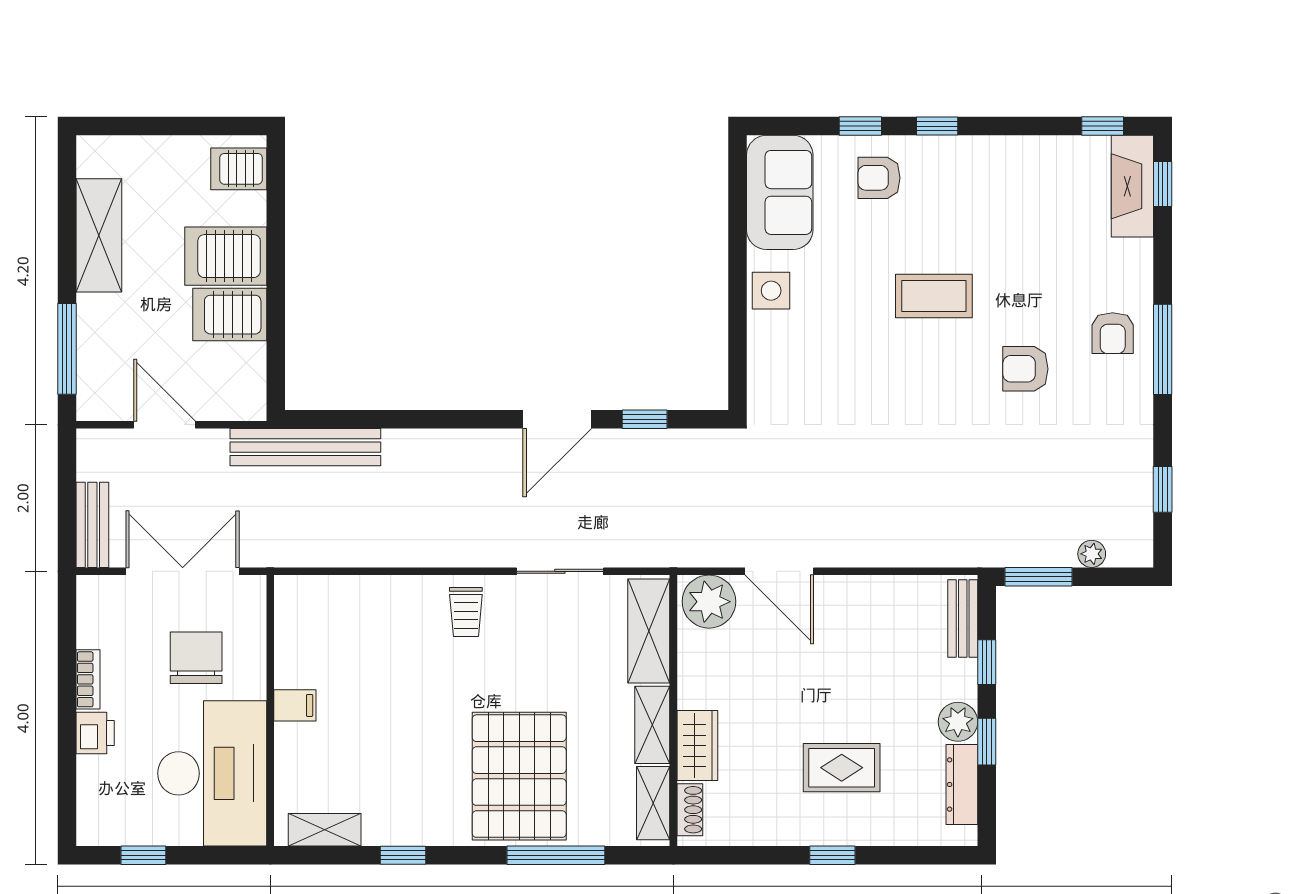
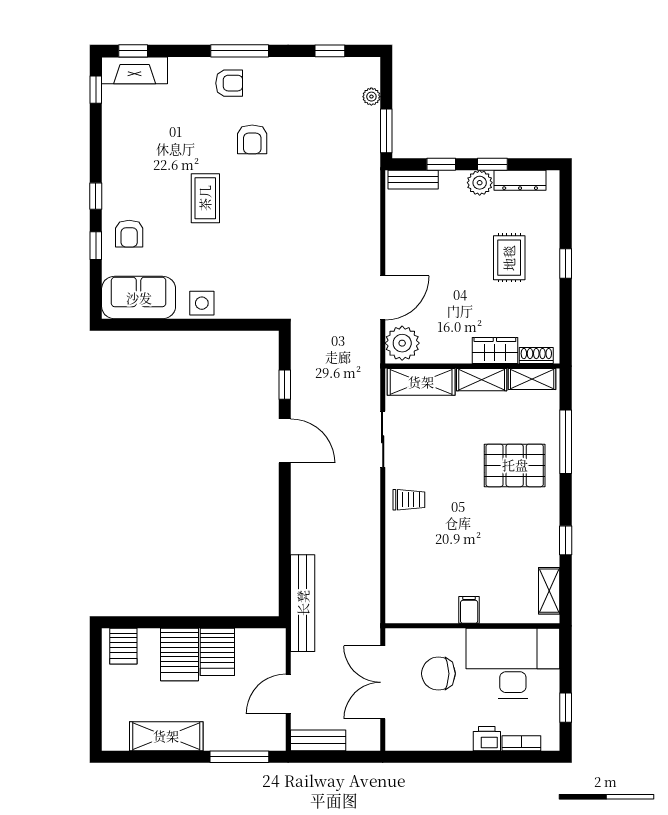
bench: (92, 525) -> (318, 740), moved
bookcase: (88, 679) -> (521, 743), moved
pallet: (519, 776) -> (515, 465), width x0.73, depth x0.71

